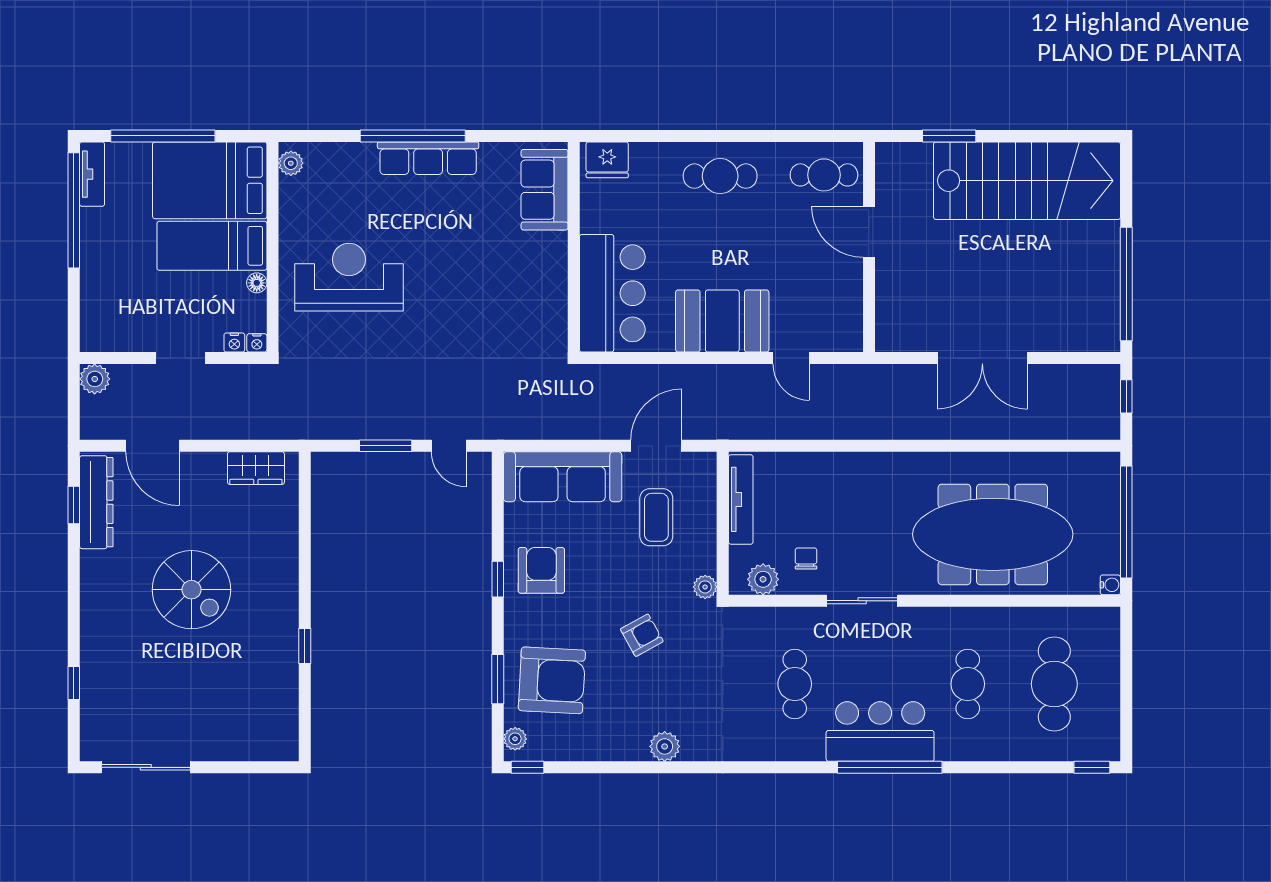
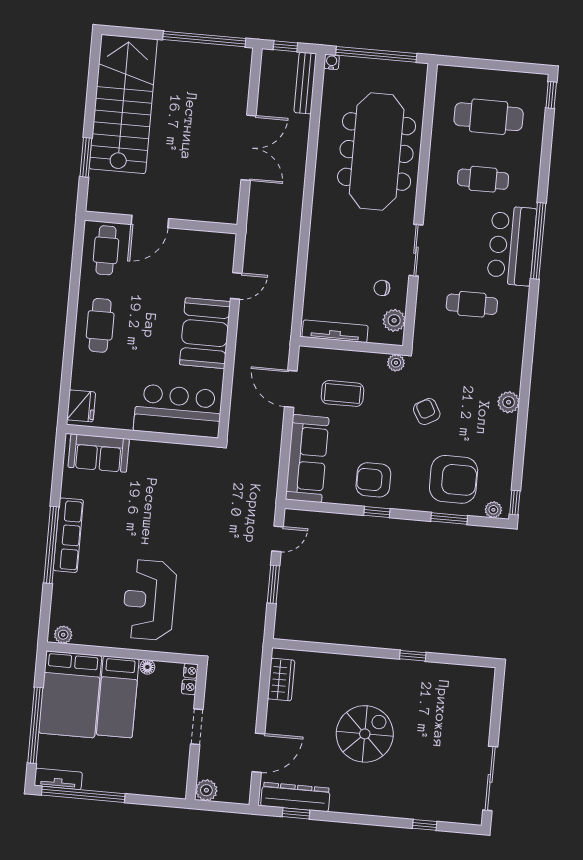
bench: (1078, 428) -> (305, 83), added
water cooler: (1110, 585) -> (332, 62), moved
armchair: (552, 680) -> (454, 479), turned 87

